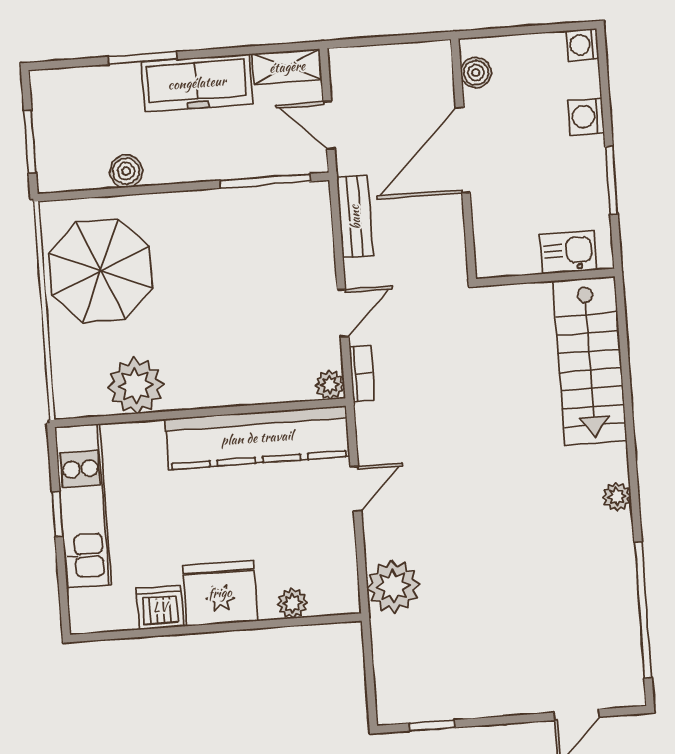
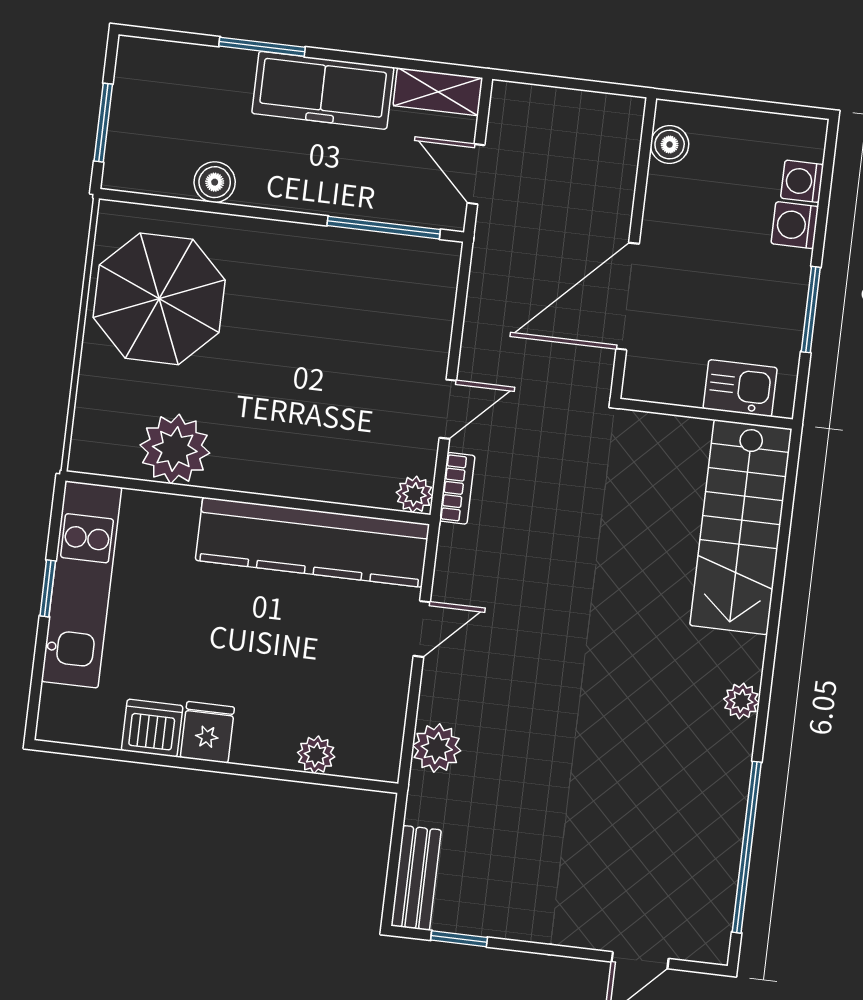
washing machine: (582, 45) -> (802, 181), moved
door: (463, 150) -> (628, 296), moved
bench: (355, 217) -> (416, 878), moved
plant: (393, 586) -> (437, 748), width x0.73, depth x0.73
fridge: (220, 593) -> (207, 732), width x0.53, depth x0.75

